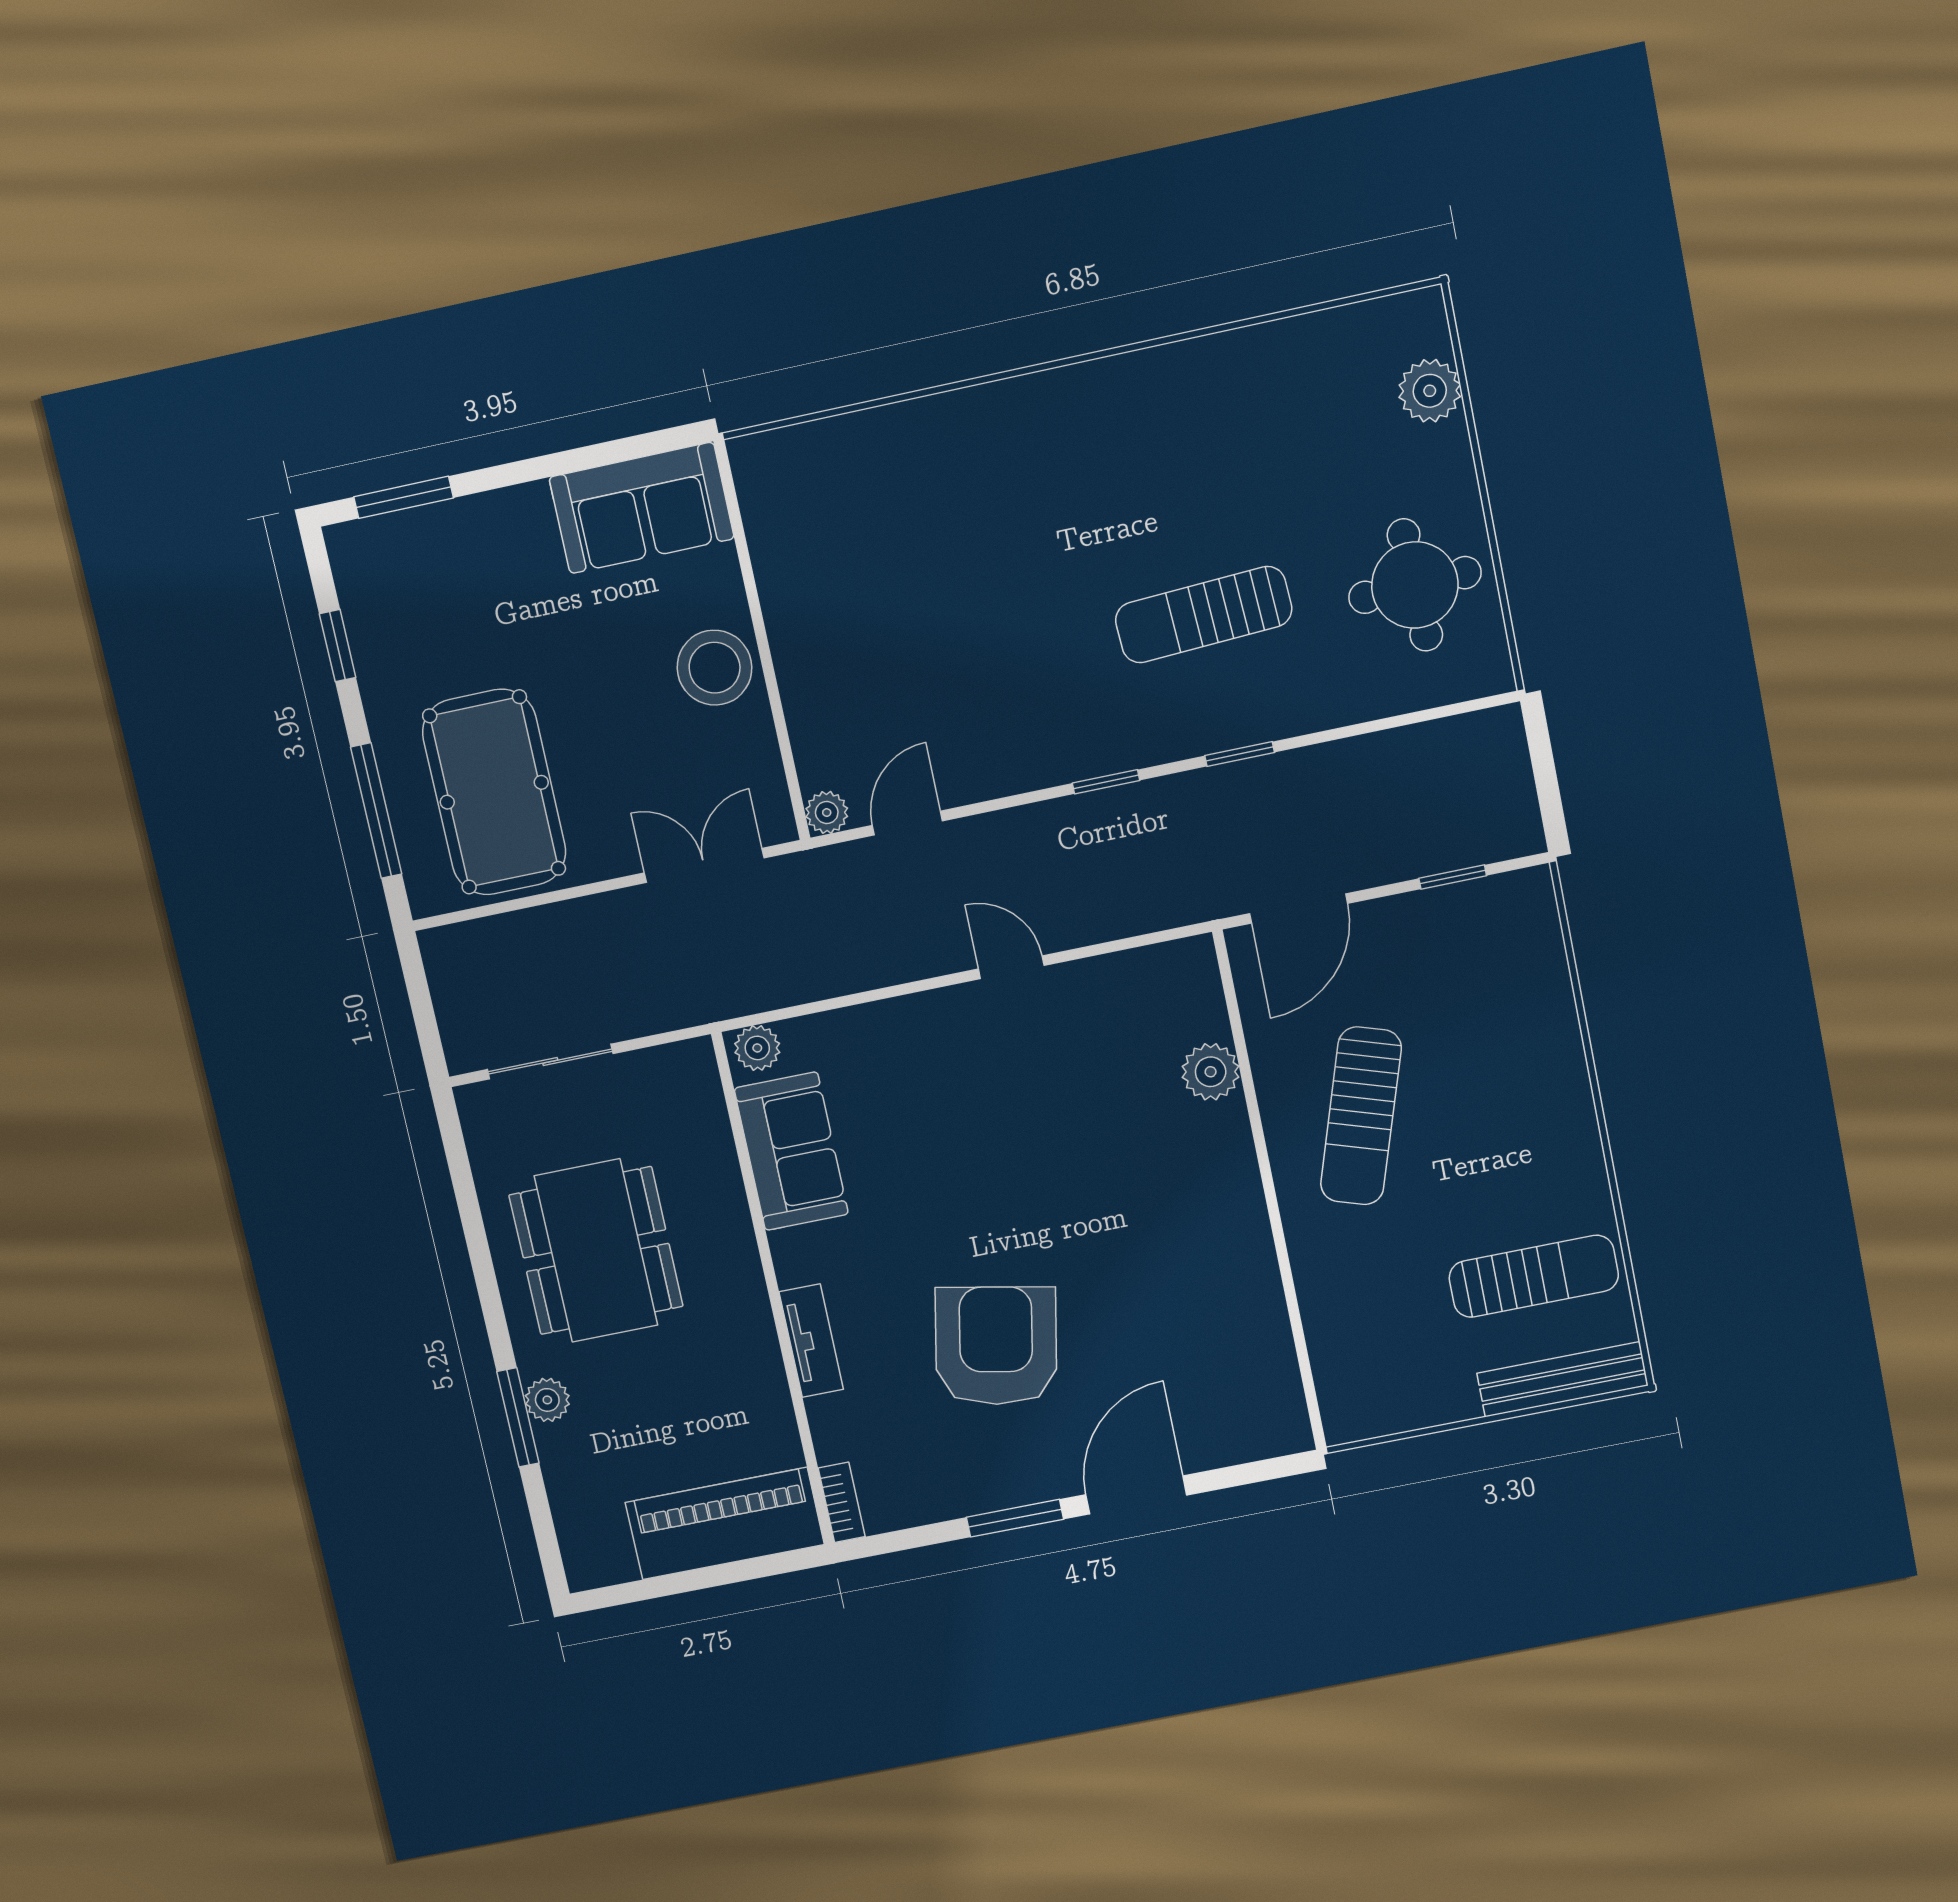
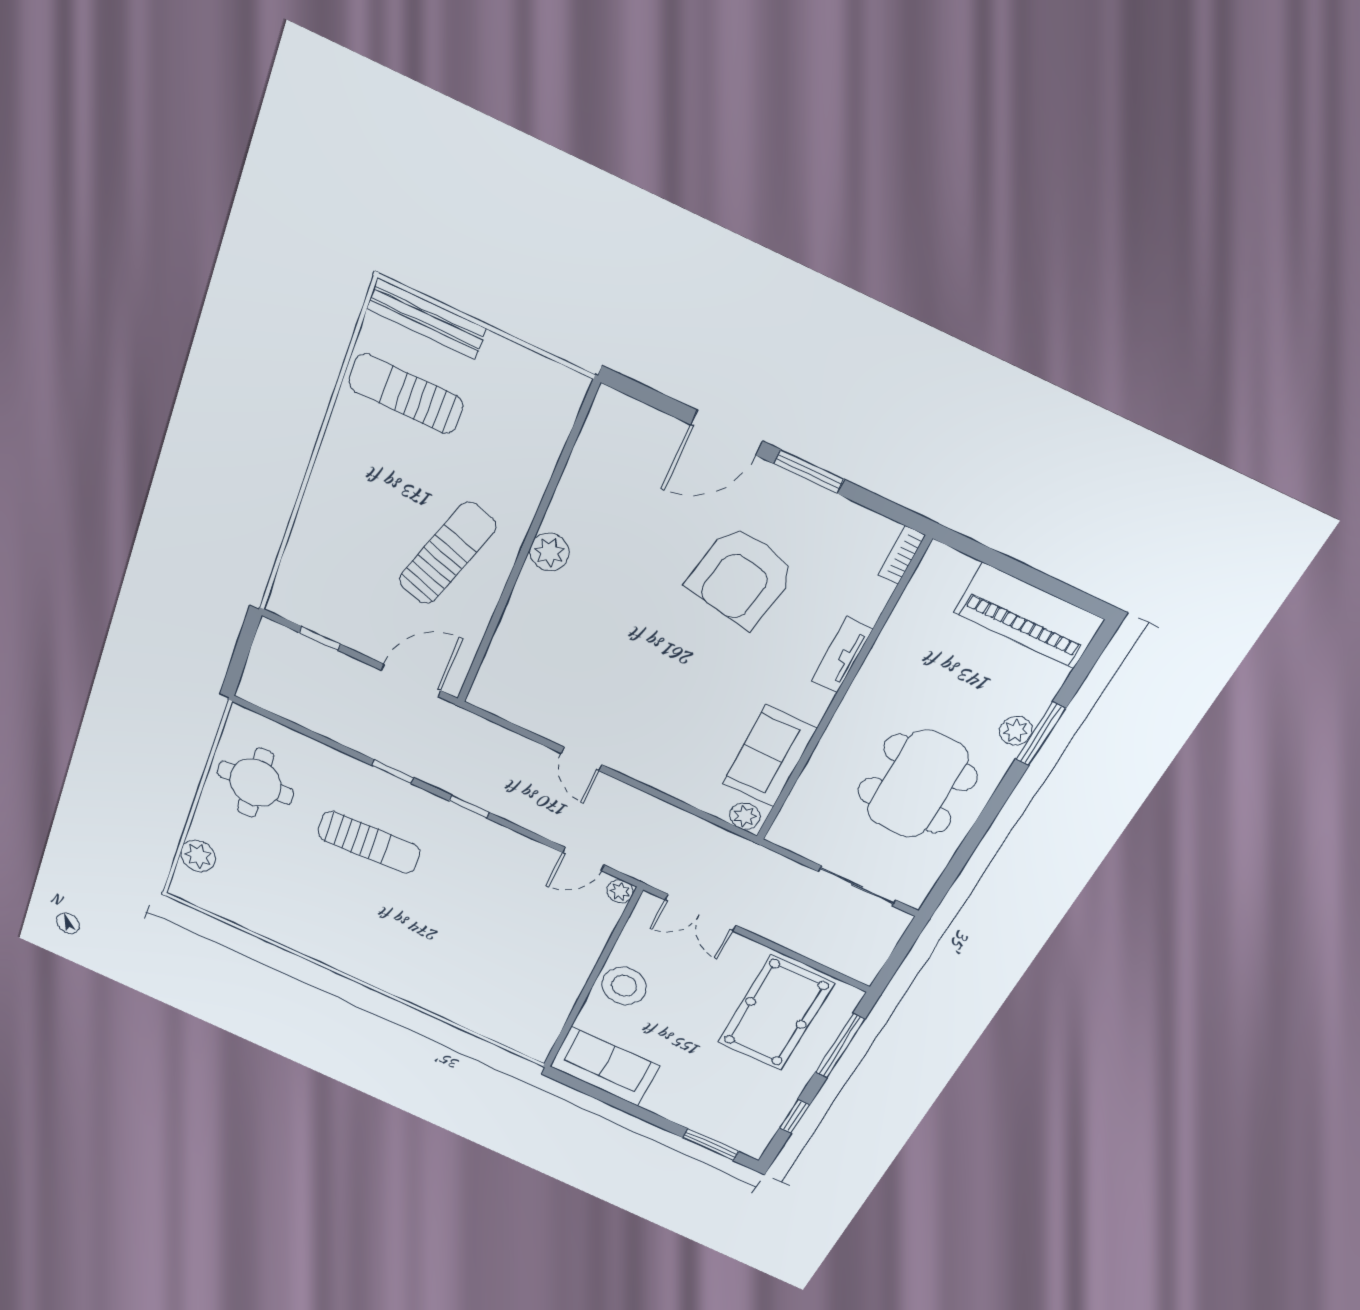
plant: (1211, 1072) -> (550, 552), moved
piano: (725, 1523) -> (1029, 616), moved

